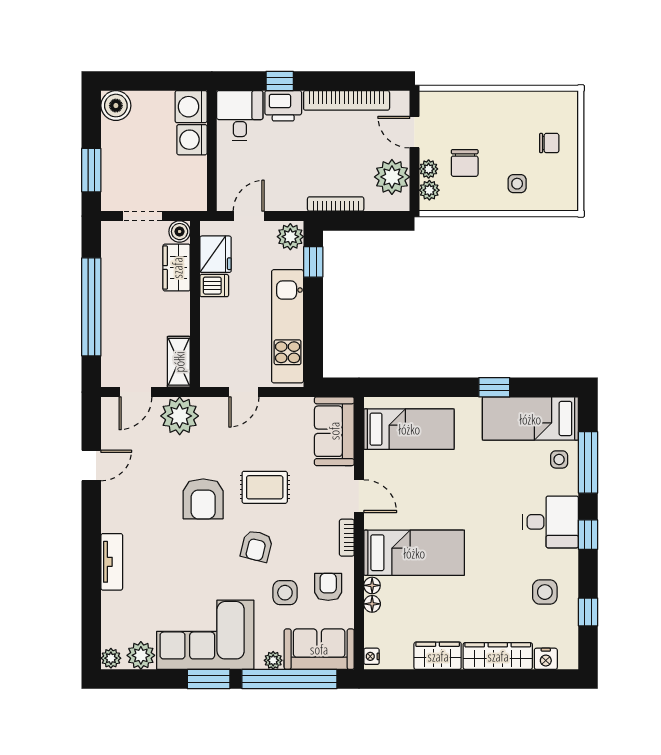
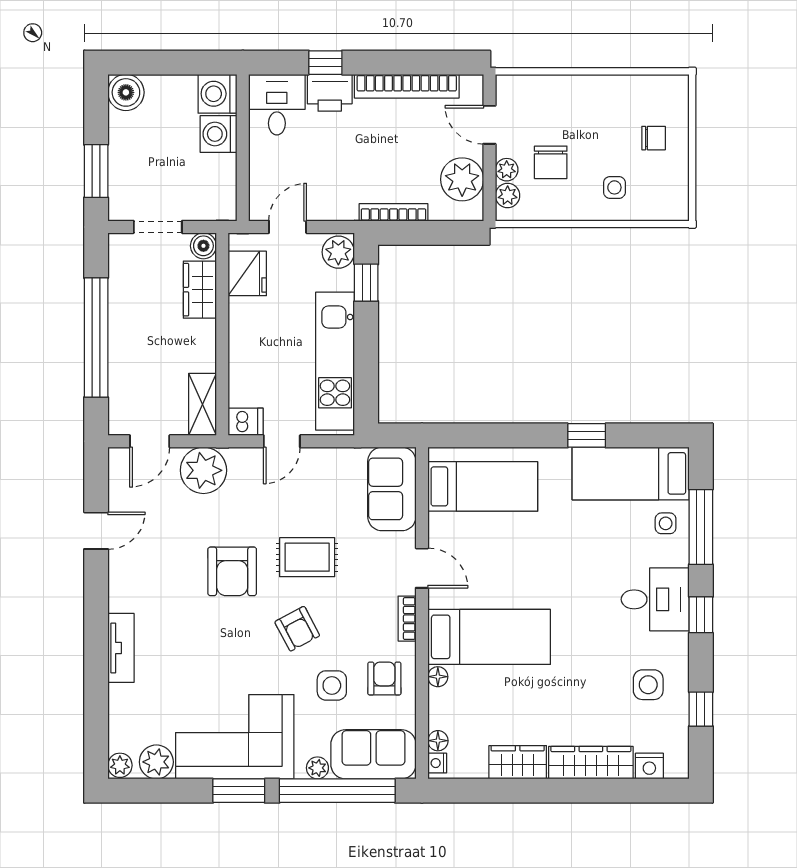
dishwasher: (214, 286) -> (246, 422), moved
armchair: (257, 546) -> (297, 629), turned -42
floor lamp: (372, 604) -> (438, 741), moved

